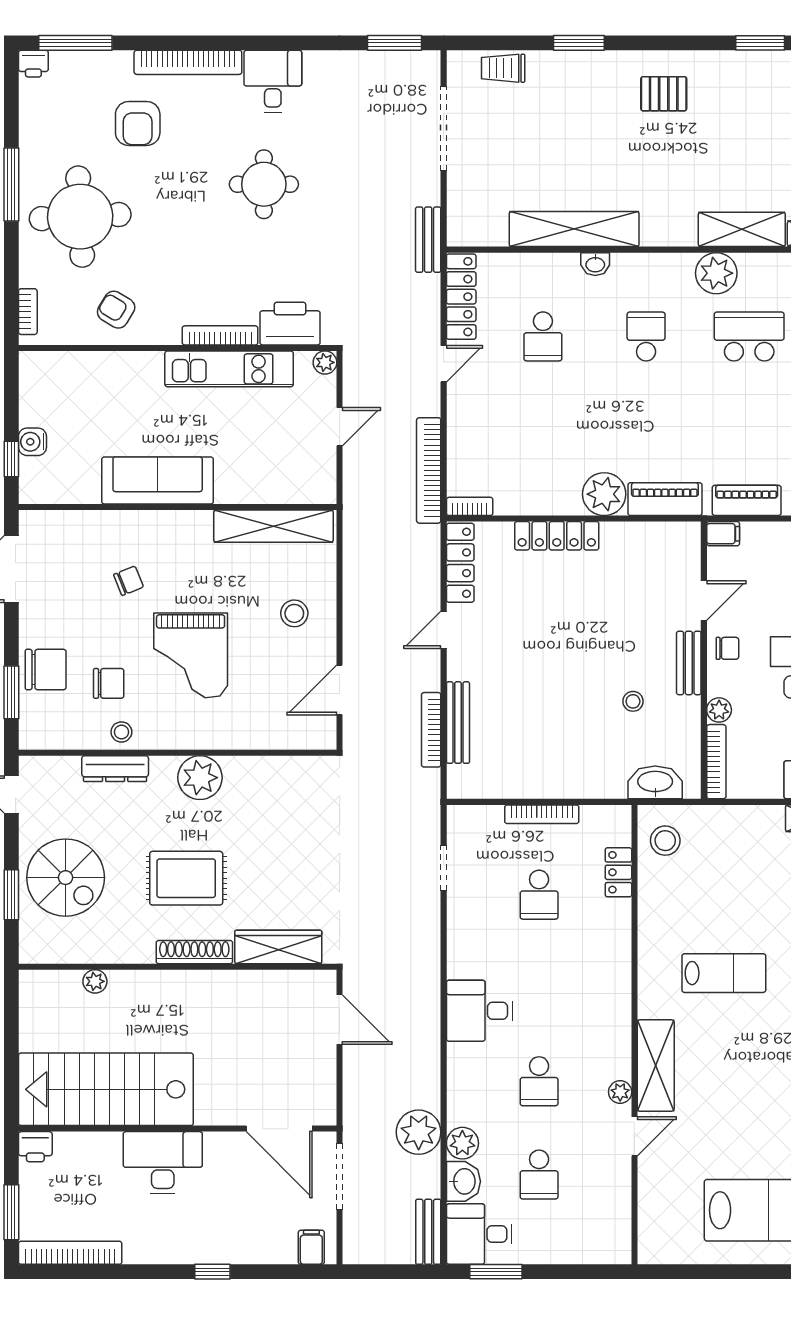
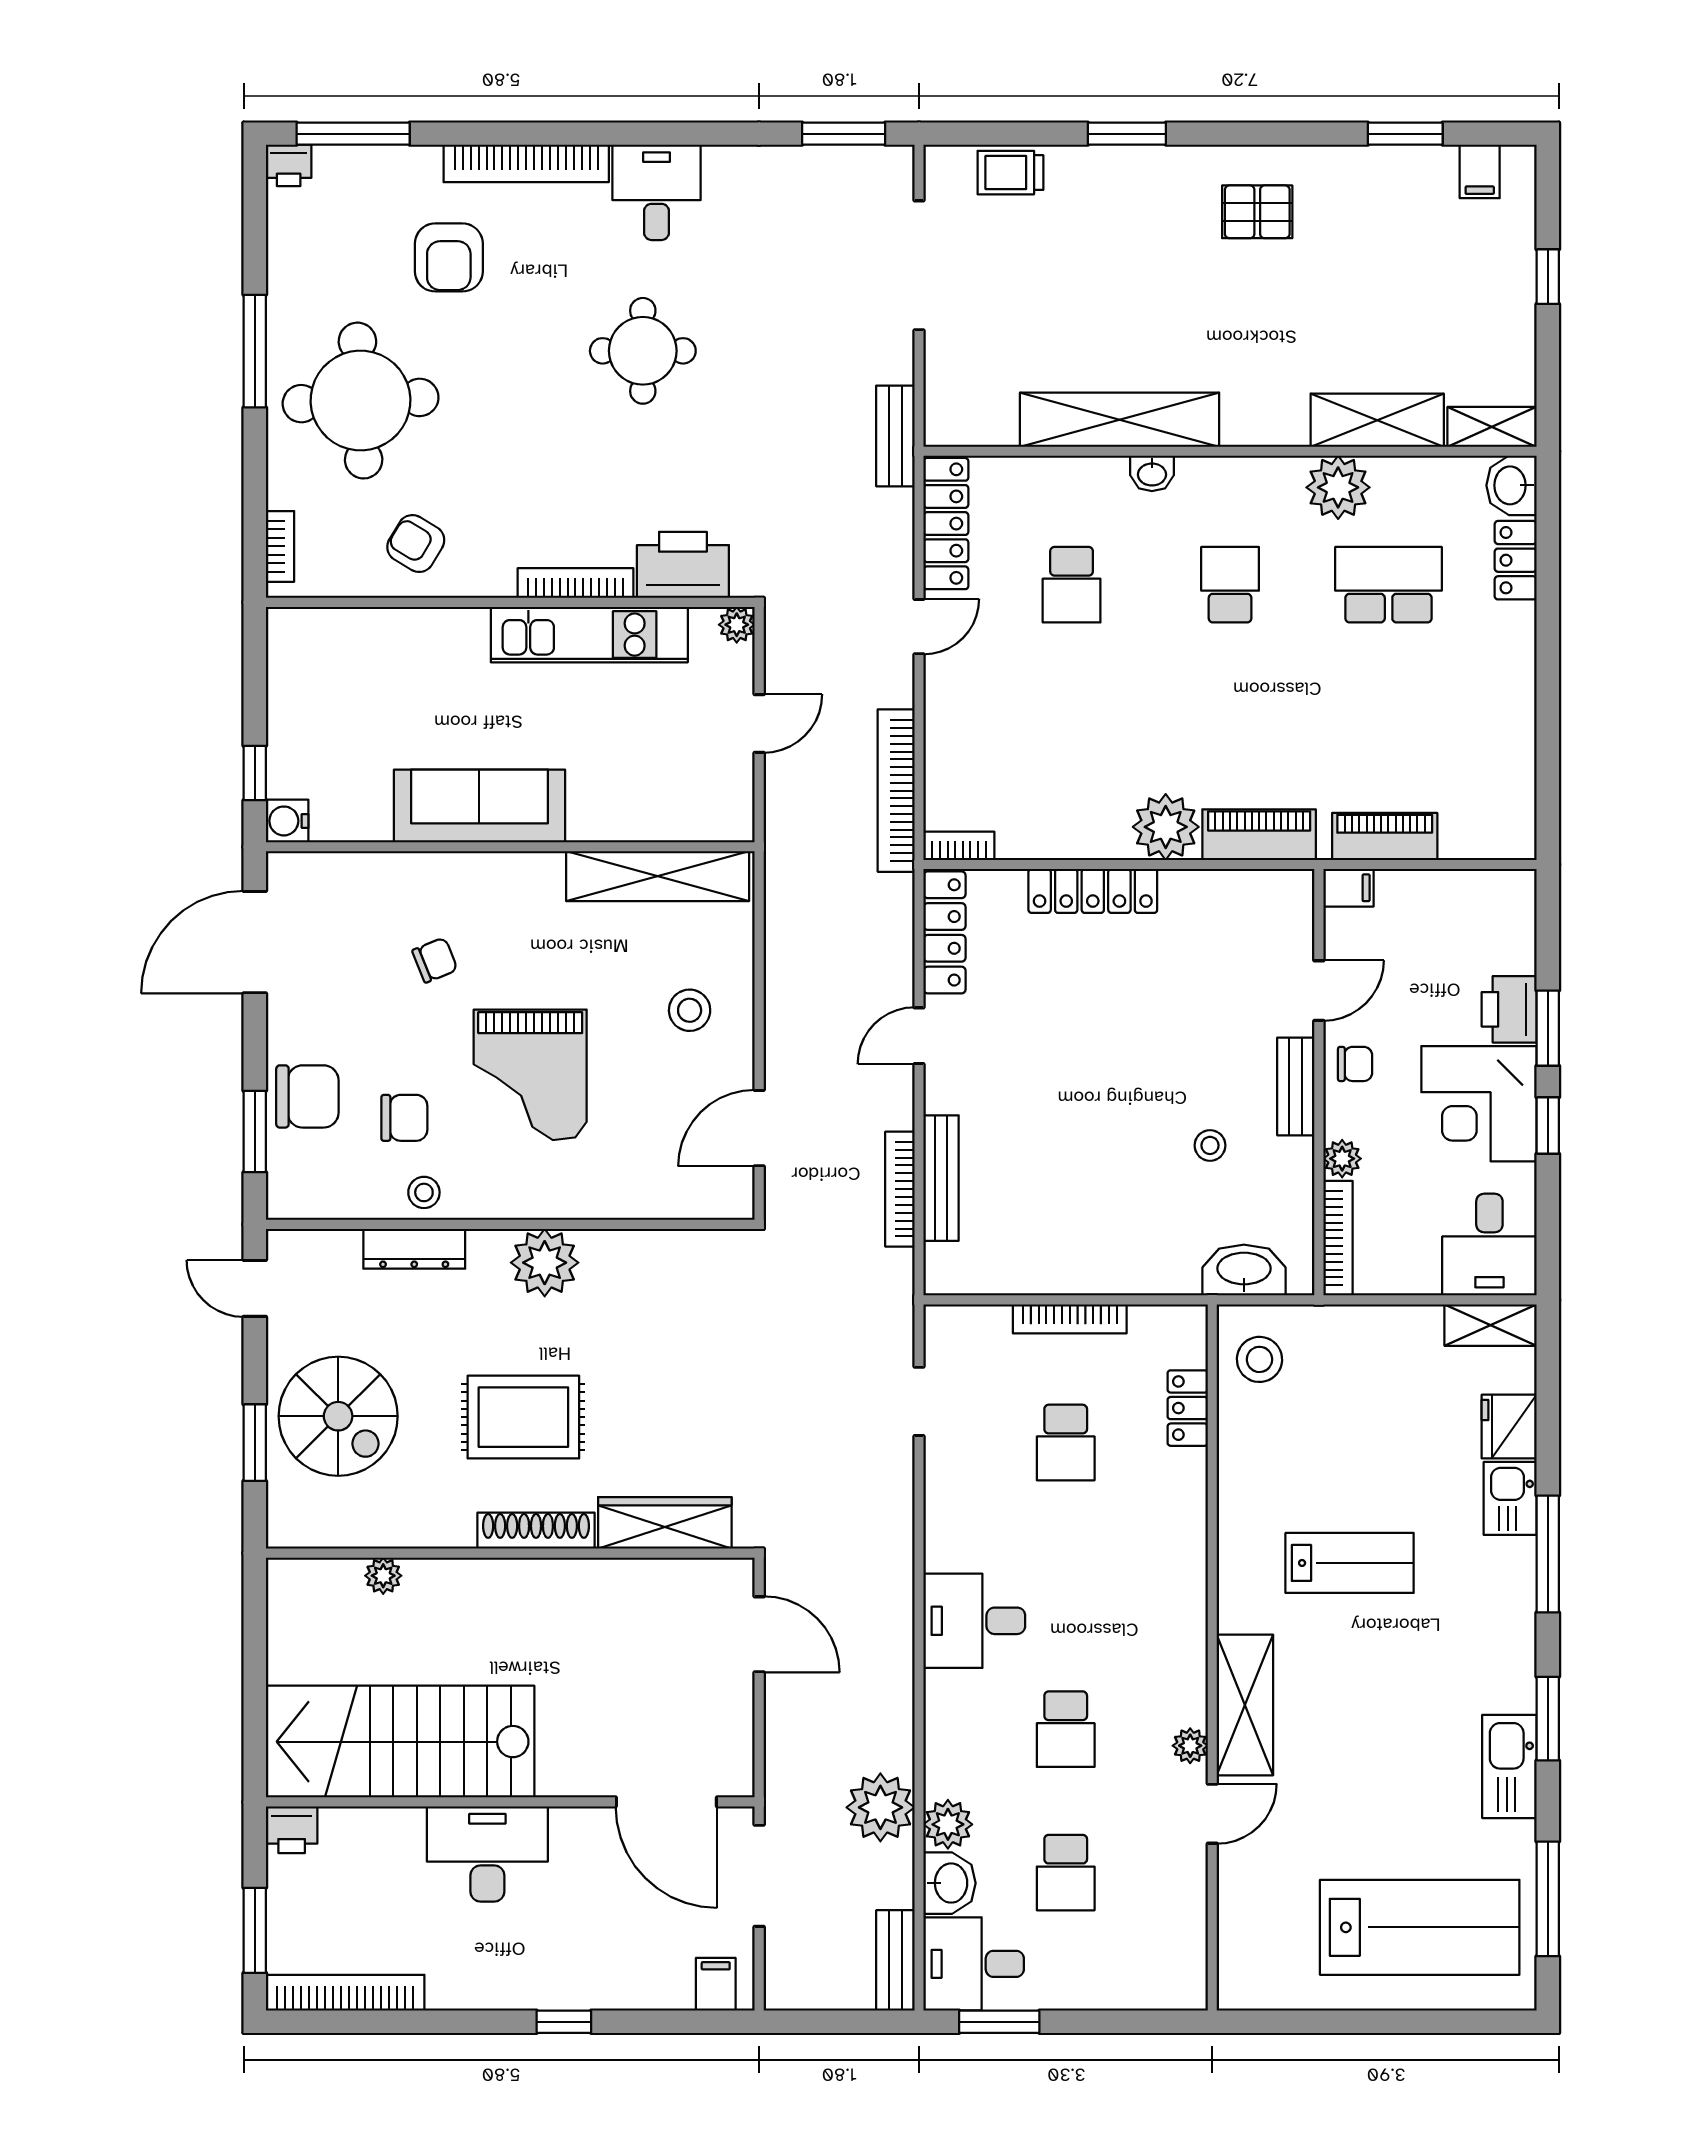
water cooler: (32, 442) -> (287, 821), moved

